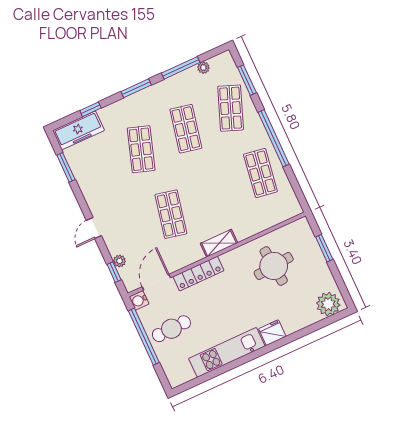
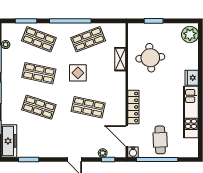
shop shelf: (260, 173) -> (88, 39), turned -30
display table: (210, 180) -> (78, 73), added
shelving: (219, 243) -> (120, 59), moved

